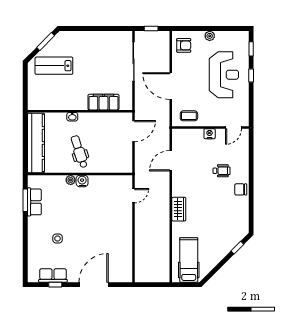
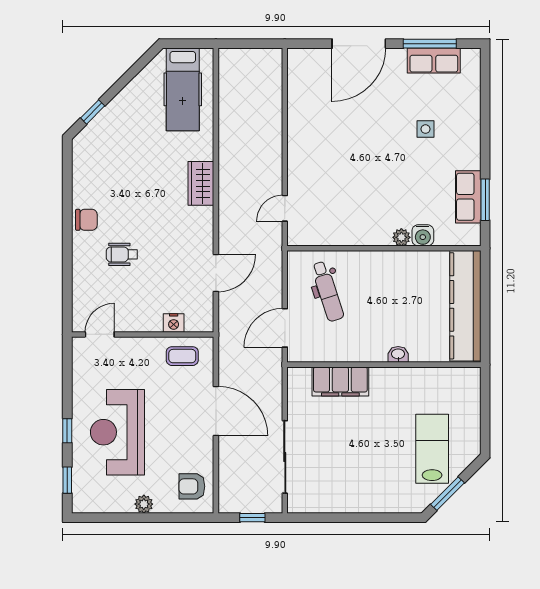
lab bench: (54, 66) -> (432, 449), turned -90
nightstand: (210, 134) -> (174, 323), moved
dental chair: (79, 152) -> (328, 291), moved
water cooler: (82, 181) -> (423, 235), moved
window: (55, 285) -> (430, 44), width x2.17

